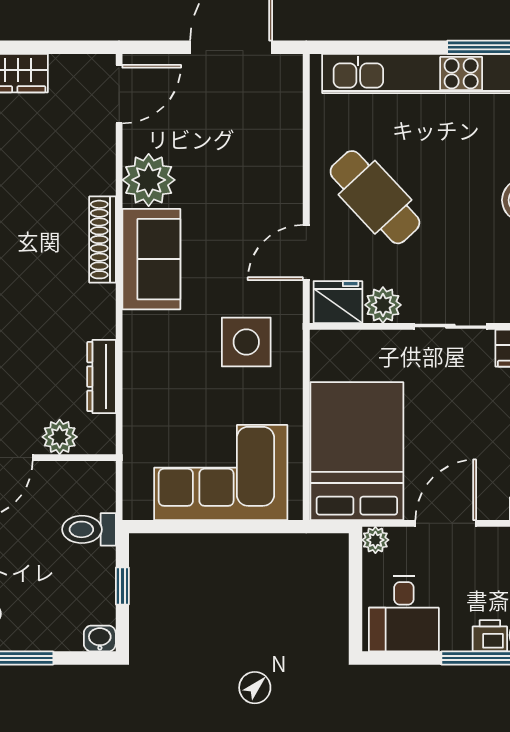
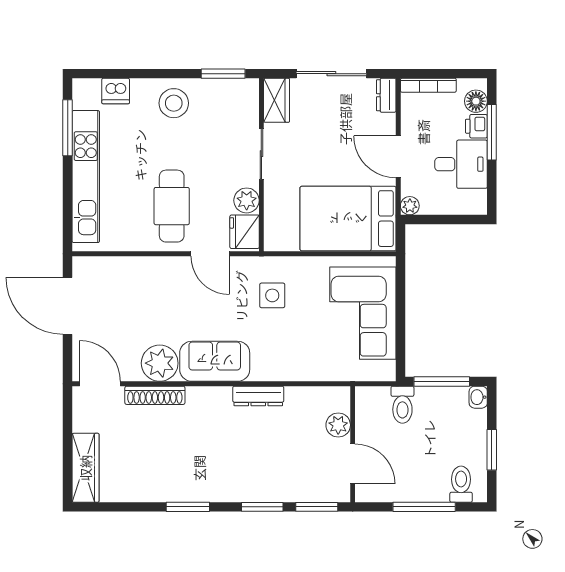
cafe table: (375, 197) -> (172, 206), turned -47
shoe rack: (102, 240) -> (155, 395), moved
side table: (246, 342) -> (272, 295), width x0.73, depth x0.73
dresser: (101, 377) -> (258, 396), moved
window: (122, 586) -> (442, 381), width x2.17
desk: (404, 614) -> (461, 164), moved

